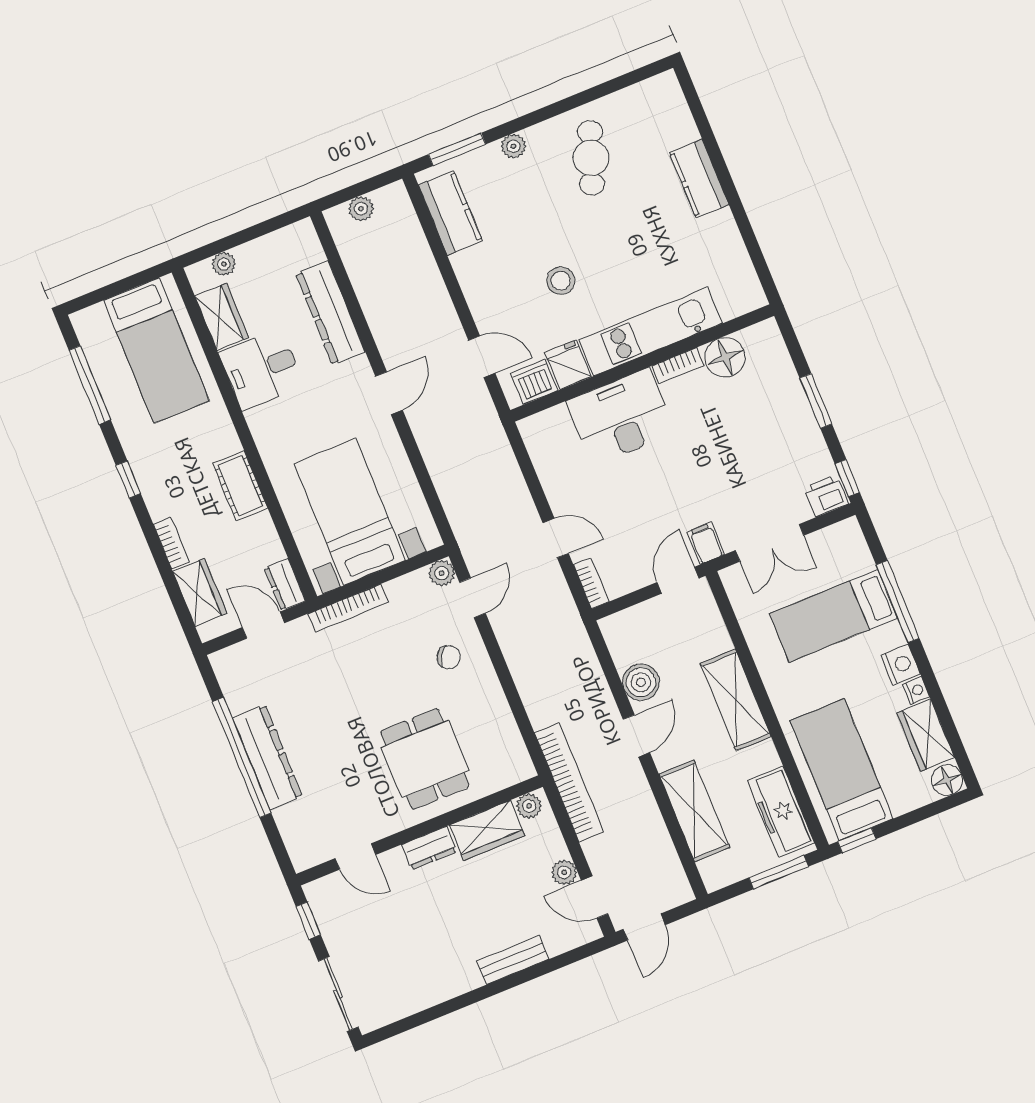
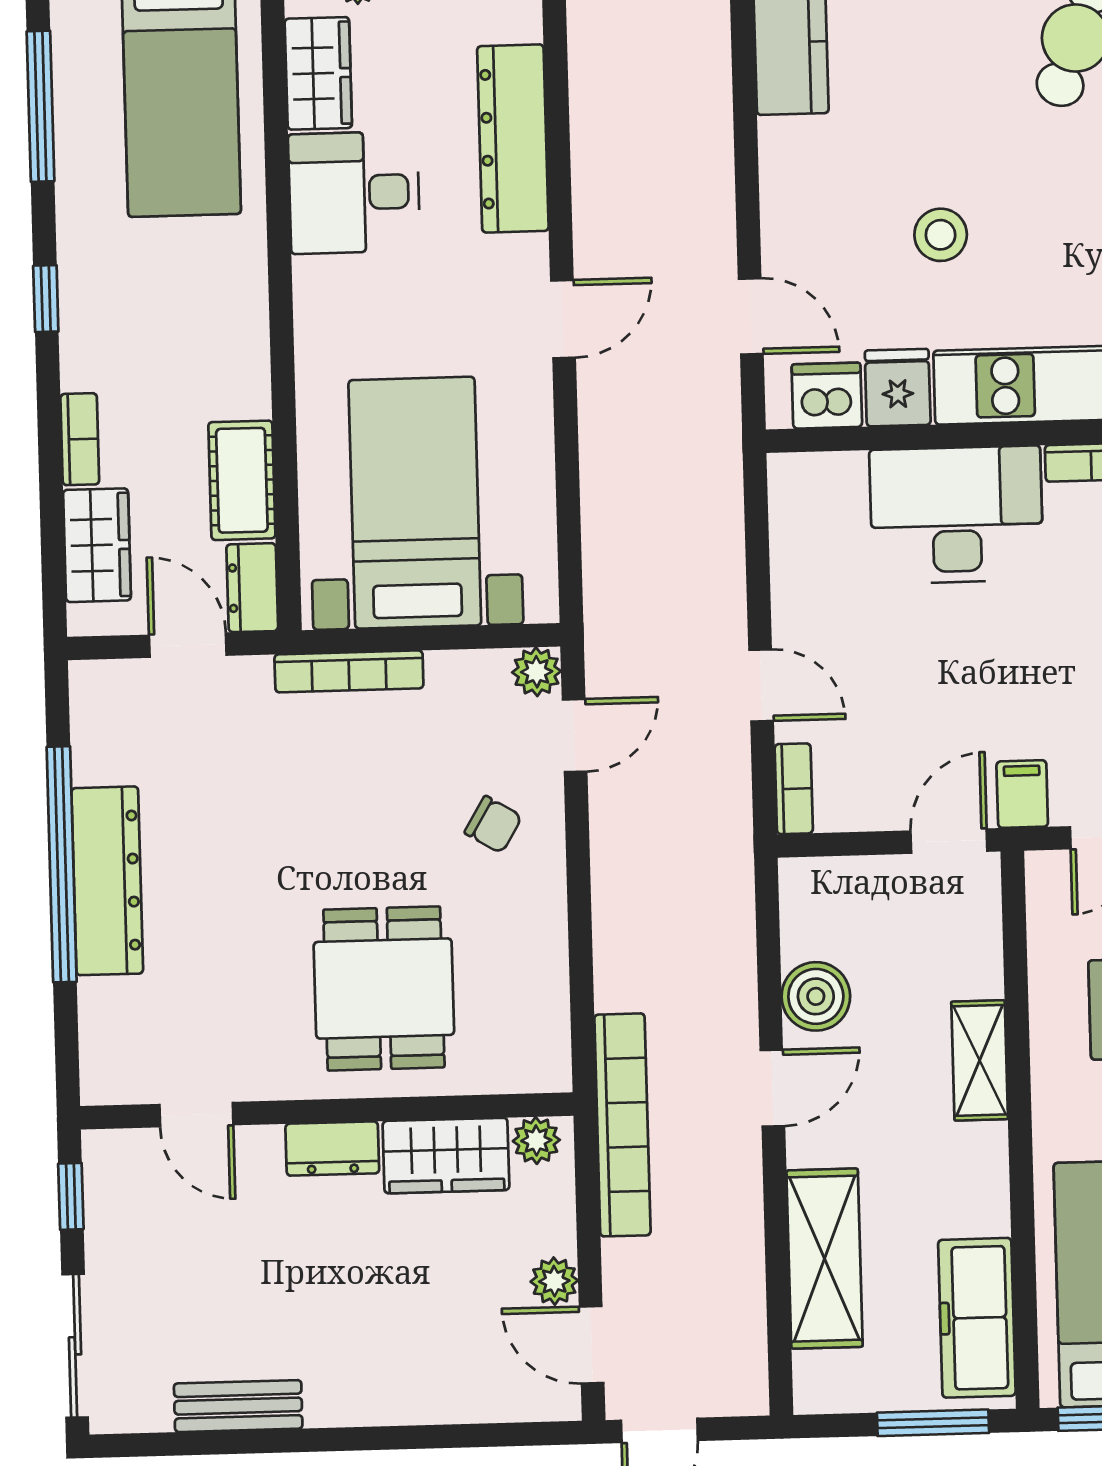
cot: (240, 486) -> (242, 480), moved
shelving: (736, 700) -> (980, 1060), width x0.67, depth x0.75
bench: (513, 960) -> (238, 1406), moved

